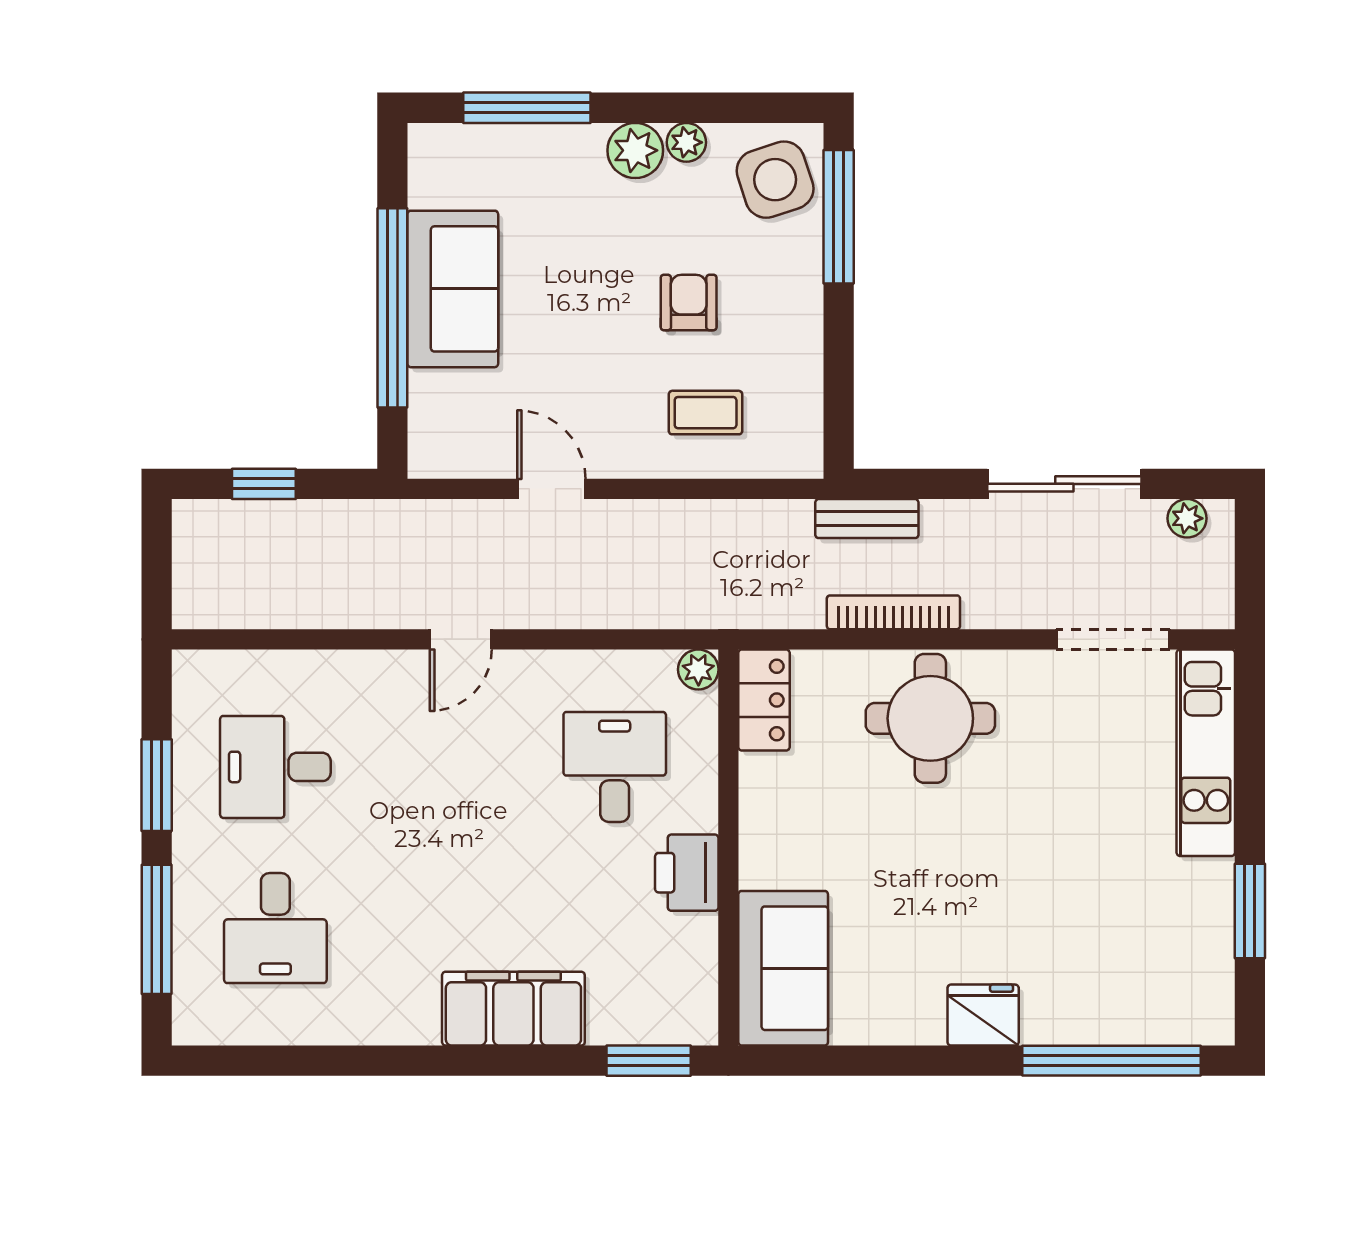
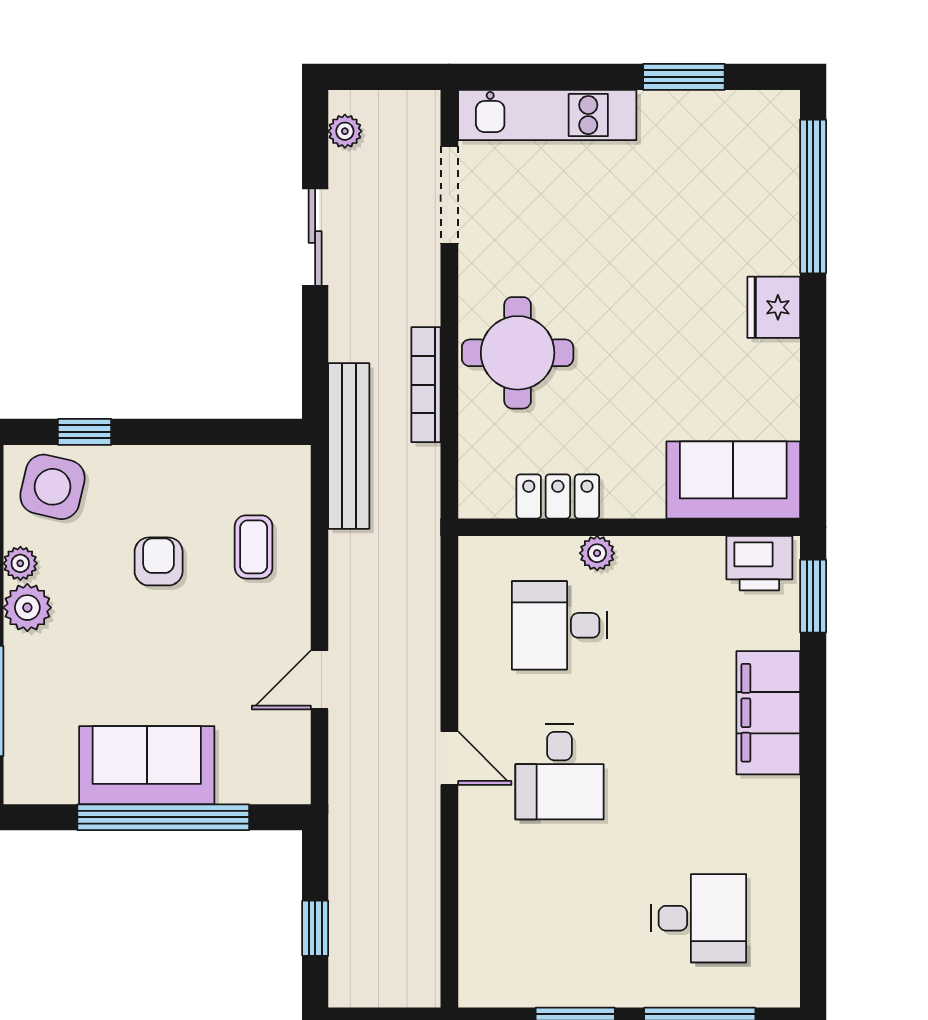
side table: (775, 180) -> (53, 487), turned 31
window: (839, 217) -> (85, 432), width x0.46
armchair: (689, 302) -> (159, 561), turned 90
sliding door: (1064, 484) -> (315, 237), width x0.73
bench: (867, 519) -> (349, 446), width x1.86, depth x1.21
plant: (698, 669) -> (597, 553), moved
locker: (764, 700) -> (558, 496), moved
desk: (275, 767) -> (559, 772), moved
printer: (687, 873) -> (759, 563), moved

